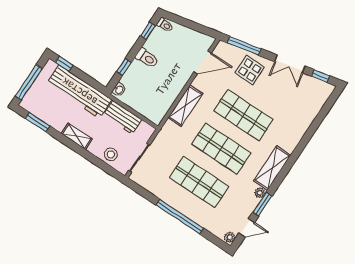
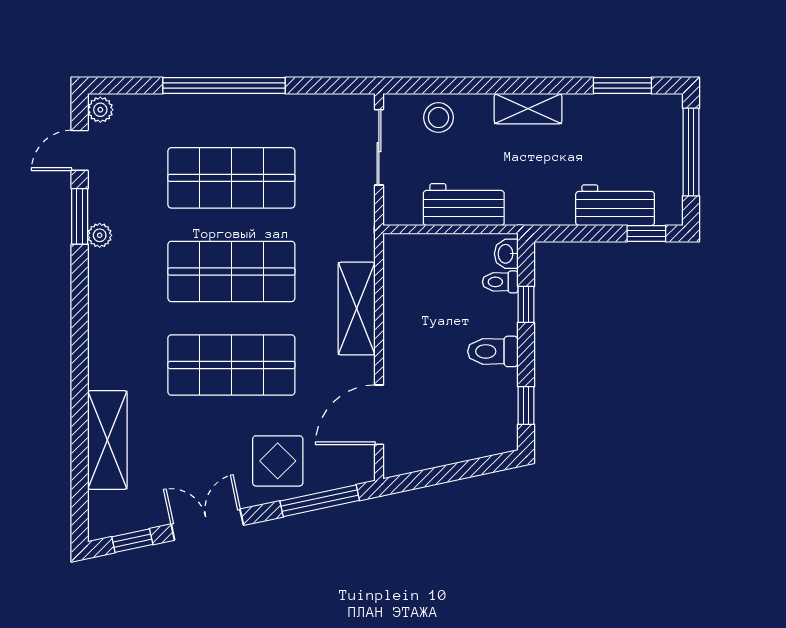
toilet: (165, 25) -> (500, 282), moved
workbench: (79, 92) -> (615, 205), width x0.53, depth x0.76
shelving: (272, 168) -> (107, 440), moved

